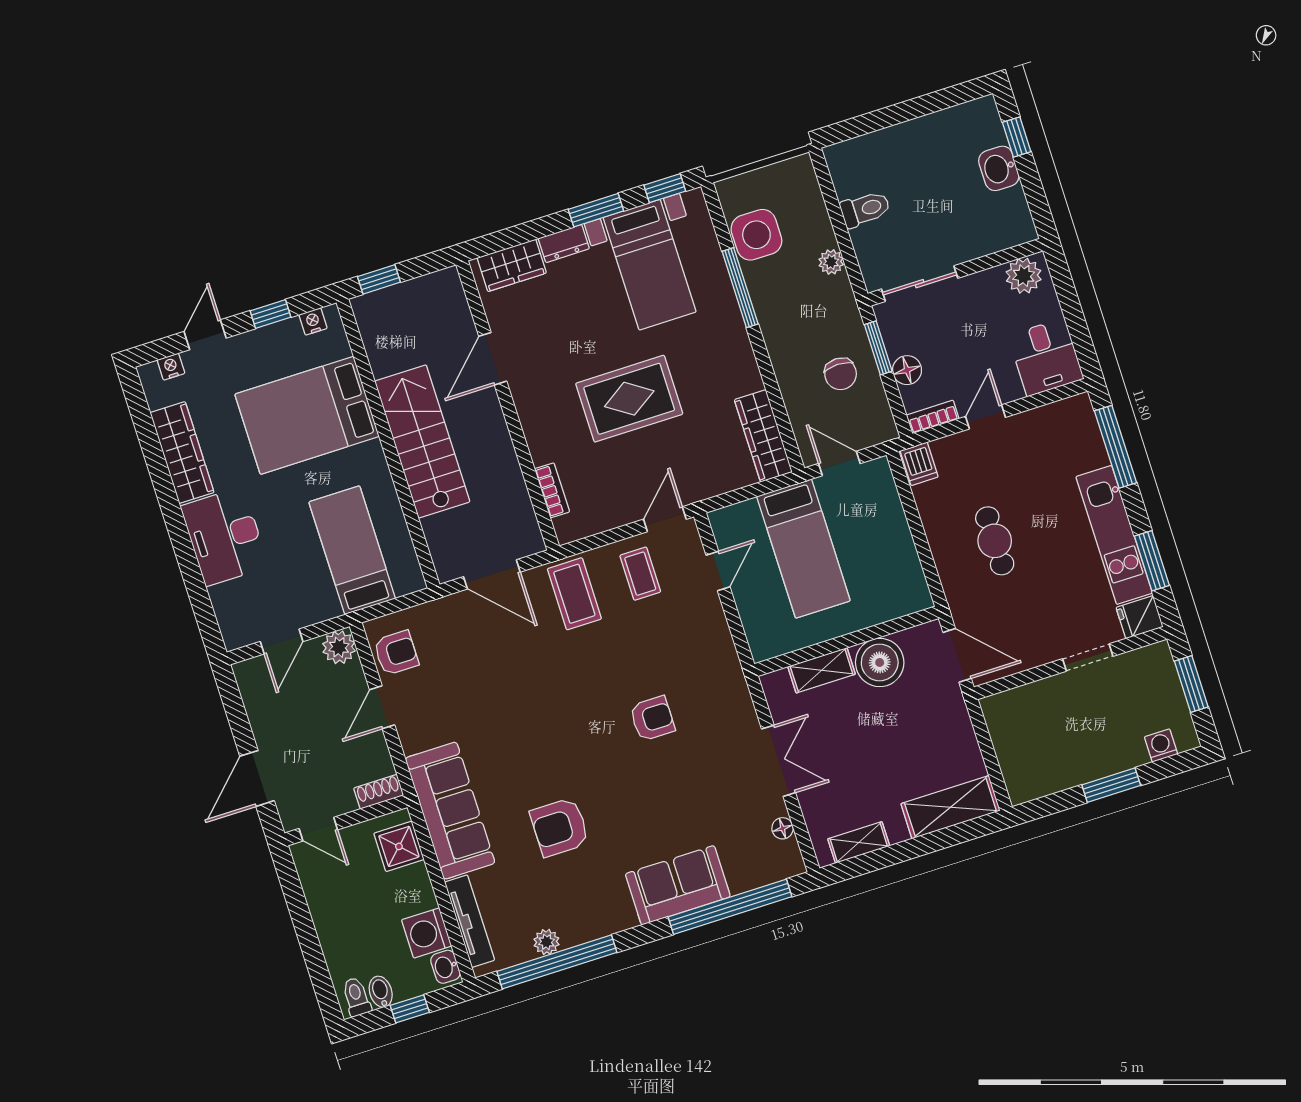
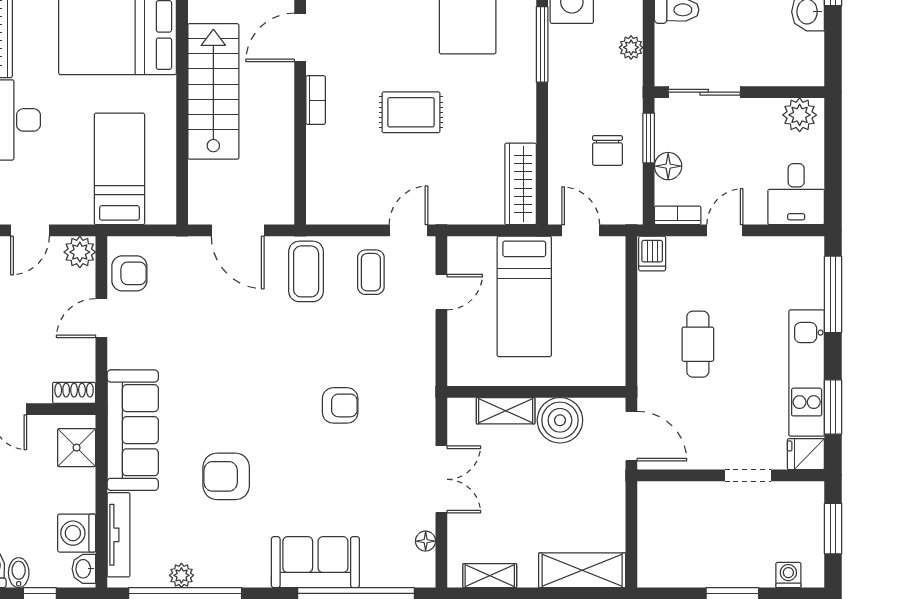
rug: (629, 399) -> (411, 112), width x0.73, depth x0.70
bookcase: (552, 490) -> (316, 100), moved

